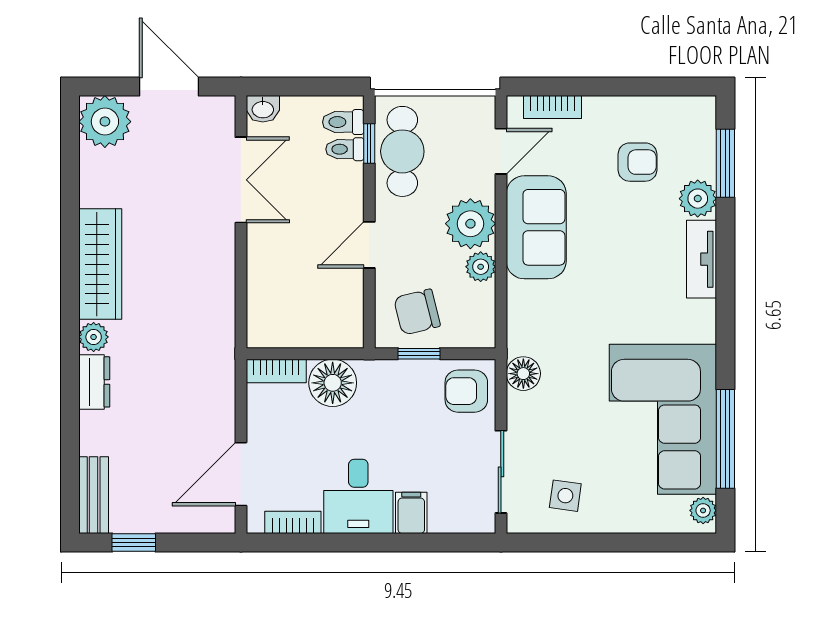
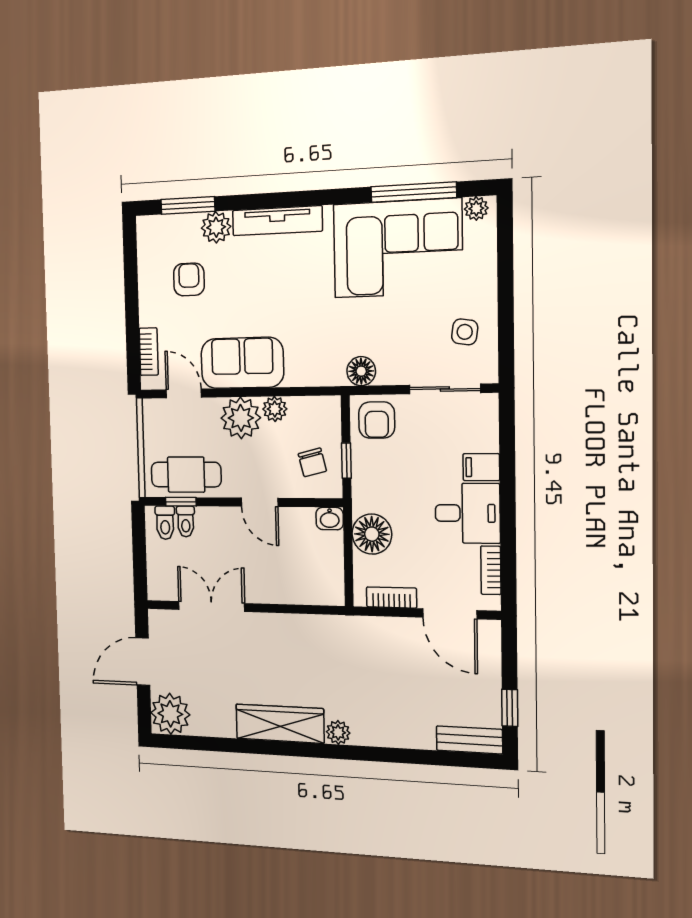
washbasin: (263, 109) -> (330, 519), moved, turned 90
tv unit: (702, 259) -> (277, 221), width x1.41
chair: (417, 312) -> (312, 462), width x0.73, depth x0.73
bookcase: (276, 371) -> (392, 597), moved, turned -90
dresser: (94, 382) -> (375, 734), removed

